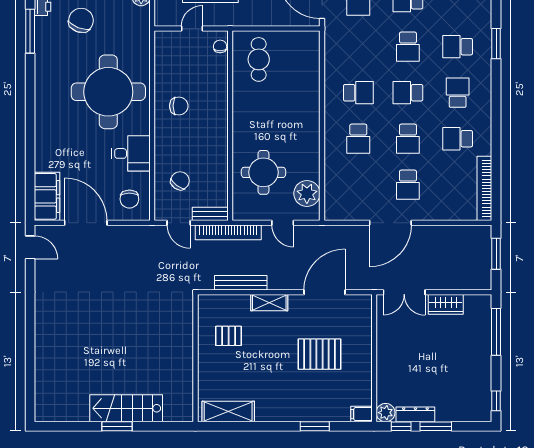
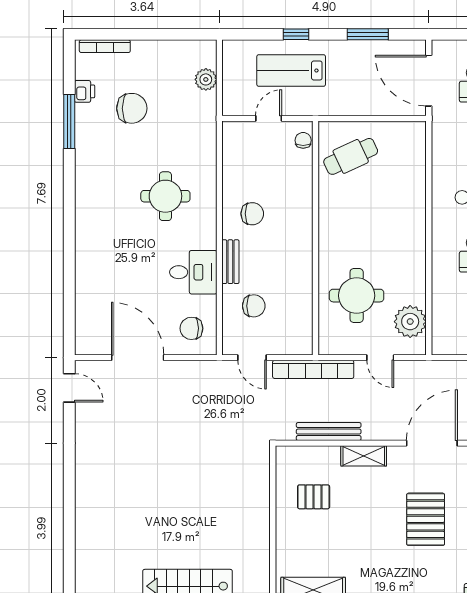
chair: (81, 20) -> (132, 108), turned 69
cafe table: (259, 59) -> (351, 156), turned 65
round table: (108, 92) -> (165, 196), width x0.54, depth x0.54
chair: (180, 181) -> (254, 306), turned 54
filing cabinet: (47, 196) -> (90, 325), removed
chair: (129, 199) -> (191, 328), turned 90
bench: (210, 214) -> (230, 262), moved, turned 90
pallet: (319, 354) -> (426, 519), turned 90

